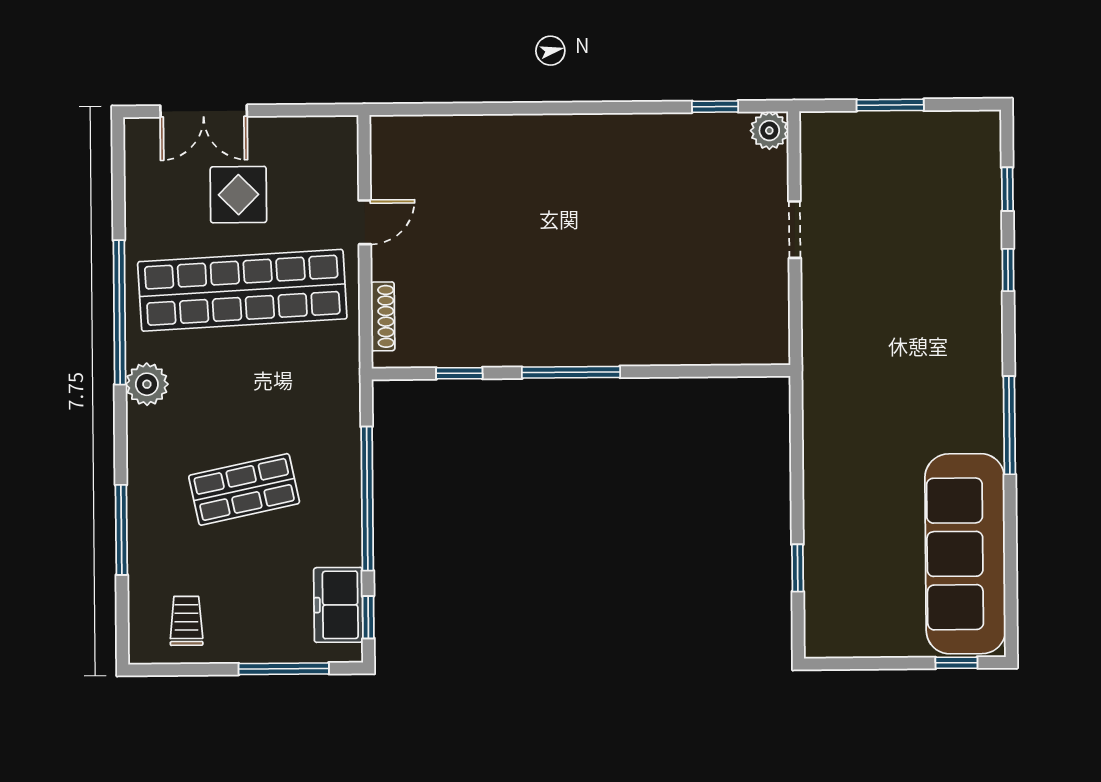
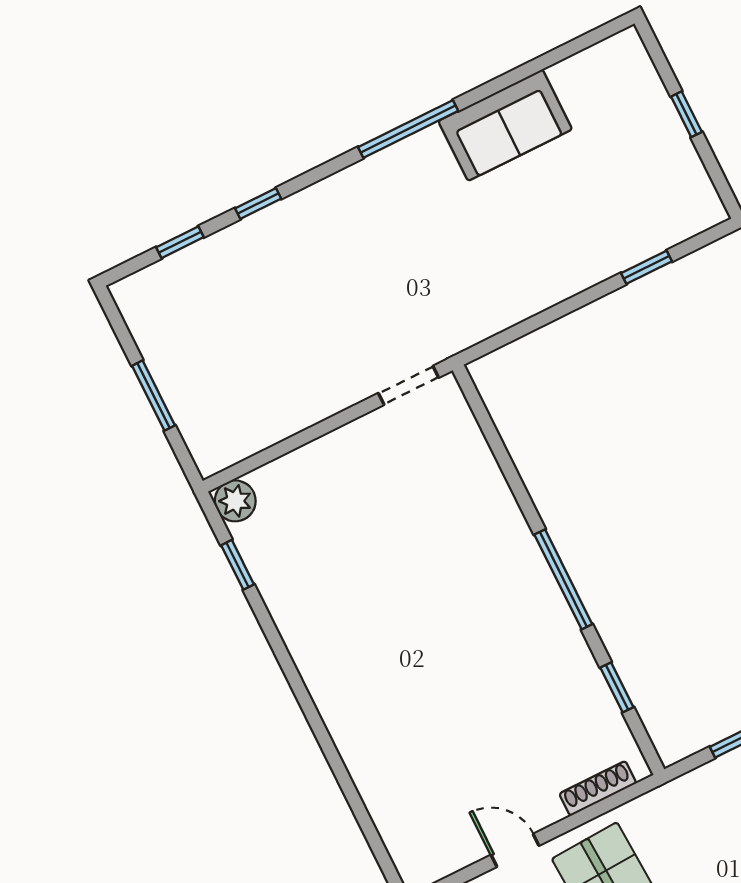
doorway: (795, 230) -> (409, 385), moved
sofa: (965, 554) -> (505, 125), width x0.54, depth x0.79
window: (956, 663) -> (686, 114), moved

